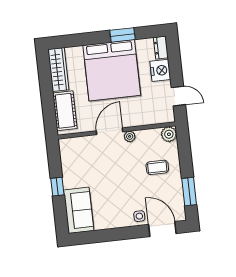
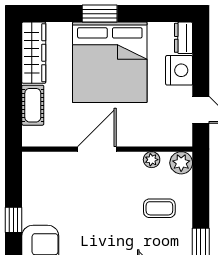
window: (122, 35) -> (100, 14), moved
cot: (65, 111) -> (33, 105), width x0.73, depth x0.75
plant: (130, 136) -> (152, 160), moved

